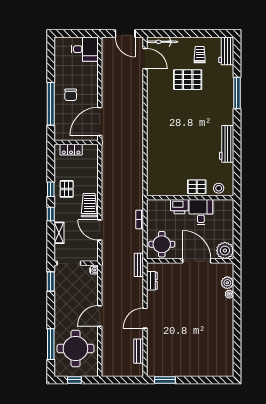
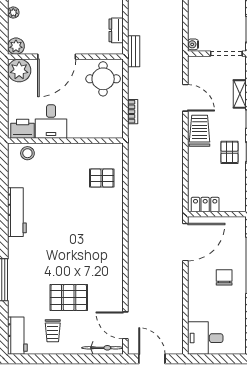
locker: (71, 150) -> (205, 205), moved
pallet: (197, 187) -> (102, 178), moved
trolley: (89, 205) -> (200, 131), turned 180
printer: (179, 207) -> (23, 129), moved
door: (197, 261) -> (57, 57), hinge flipped
plant: (227, 283) -> (16, 46), moved

